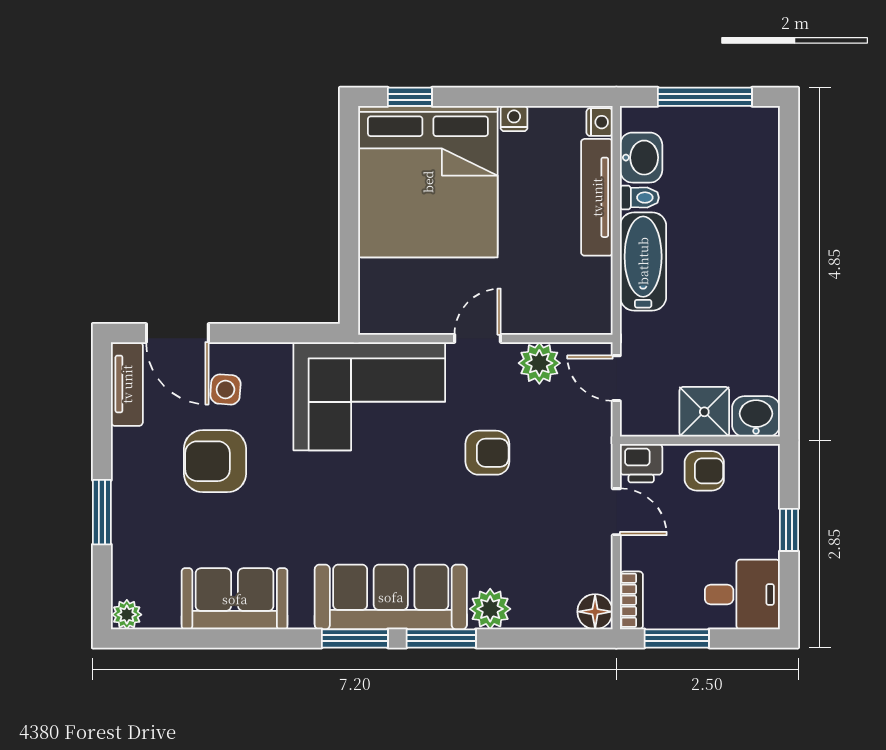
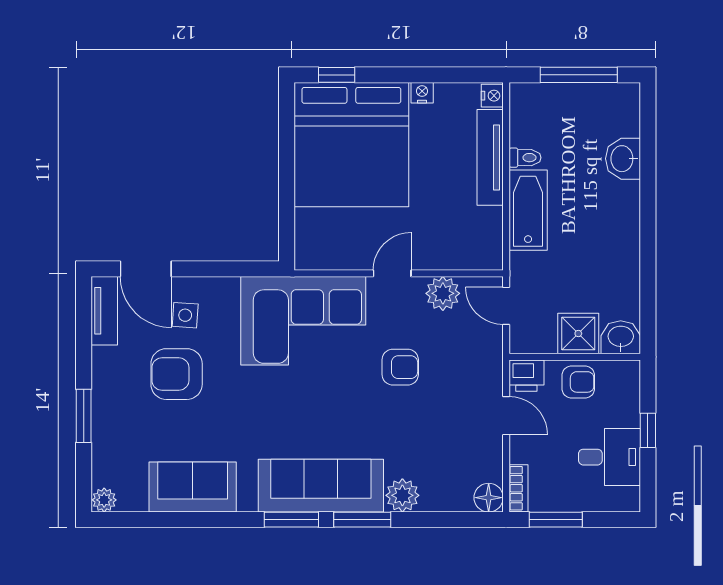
washbasin: (641, 158) -> (623, 159), moved, turned 180
desk: (742, 595) -> (610, 457), moved

